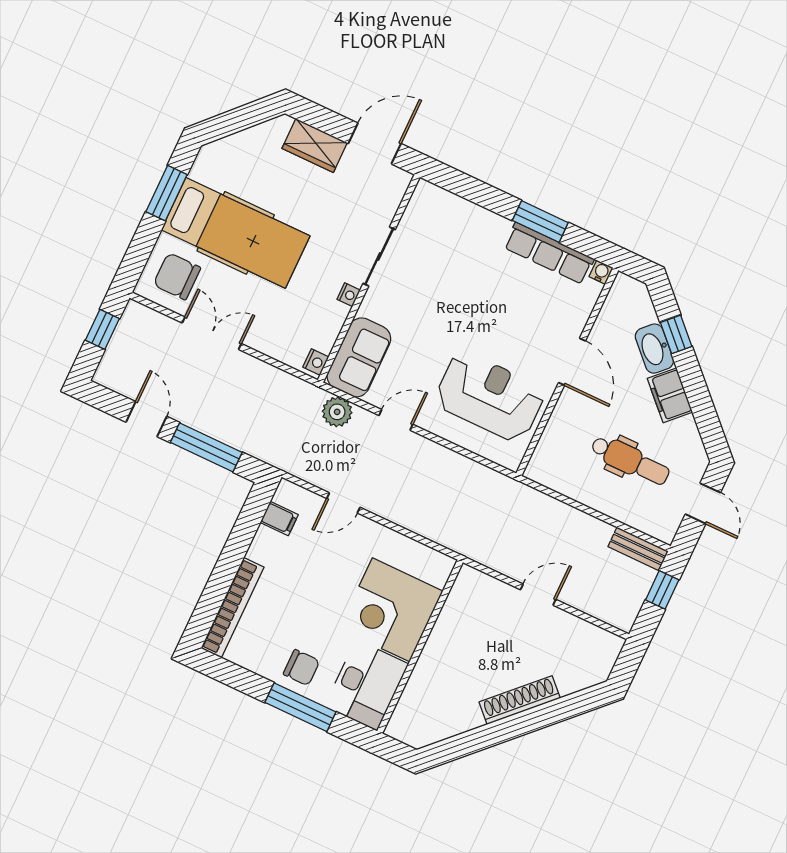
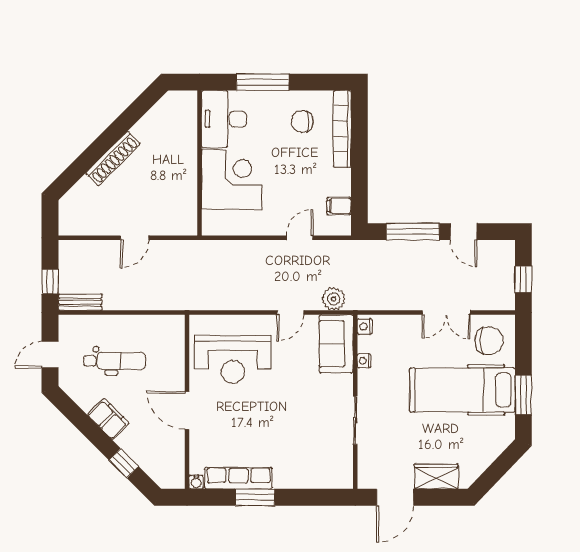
nightstand: (349, 295) -> (364, 361), moved
washbasin: (654, 349) -> (134, 446), removed
dental chair: (630, 460) -> (114, 361), turned 180
door: (703, 503) -> (50, 355), hinge flipped
chair: (301, 668) -> (302, 121), moved

